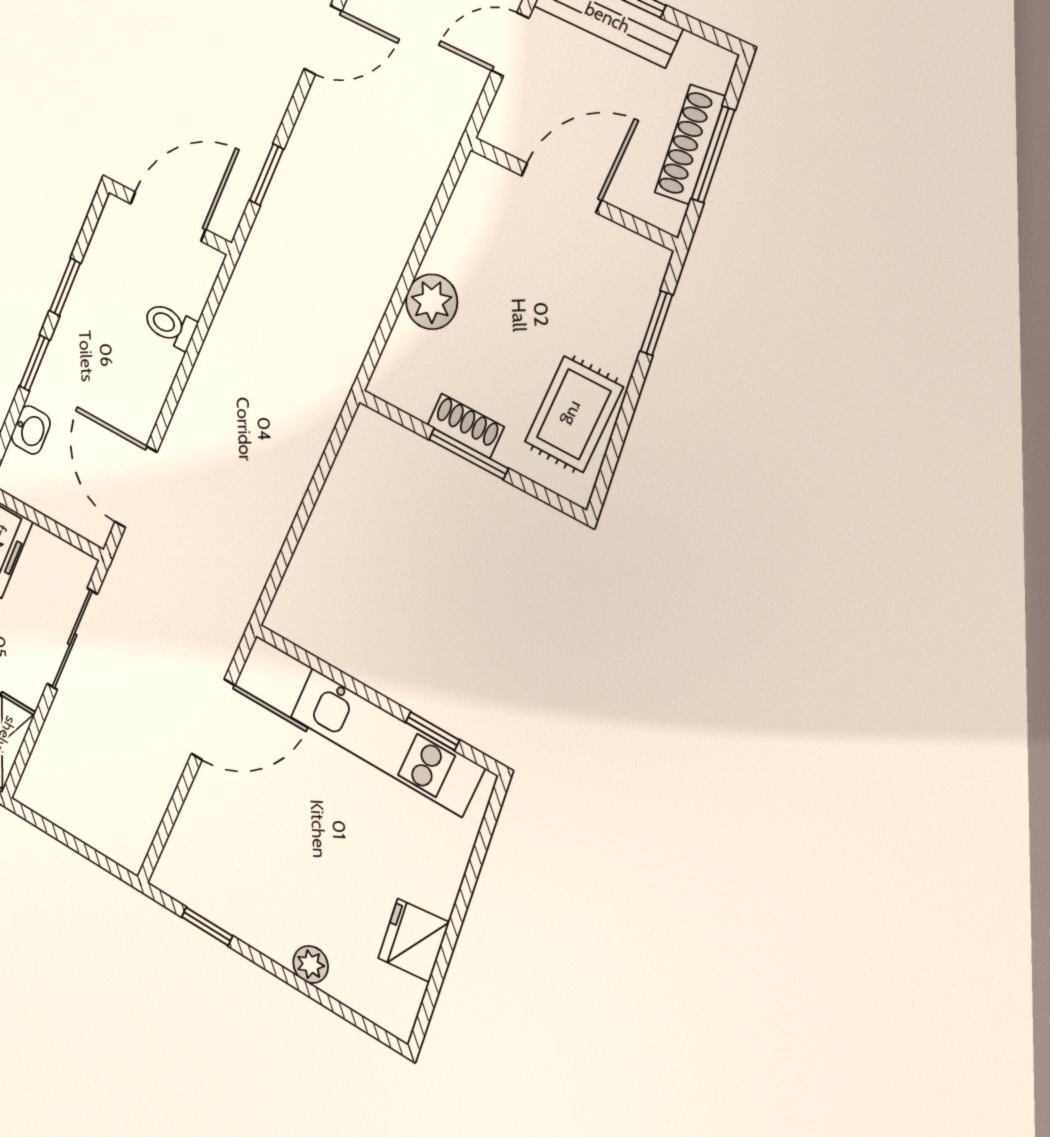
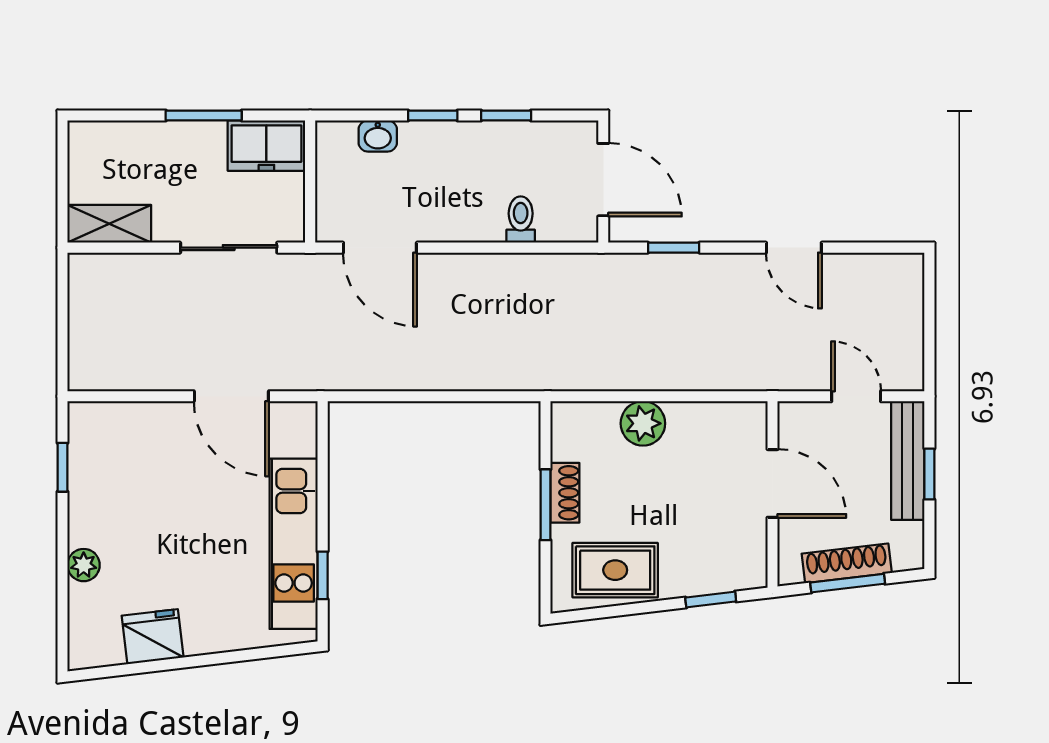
door: (136, 487) -> (380, 248), swing flipped

